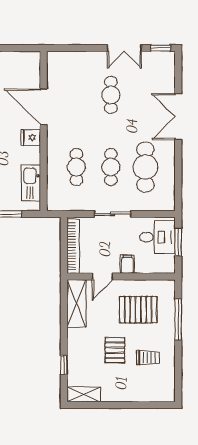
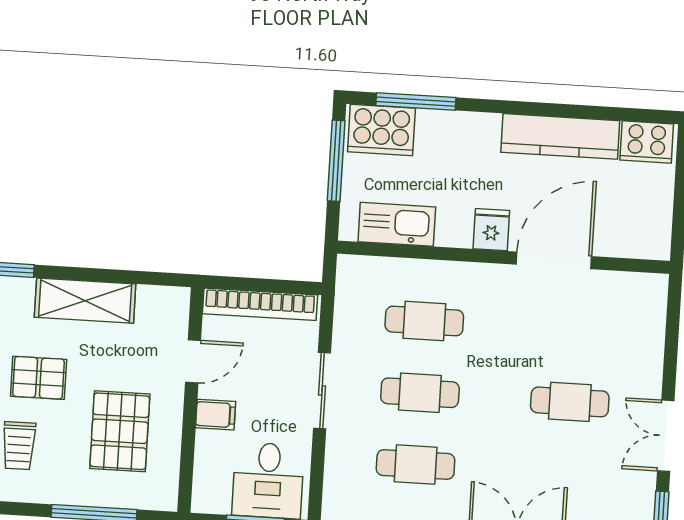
cafe table: (145, 167) -> (416, 465), width x0.73, depth x0.74
door: (102, 277) -> (193, 361), swing flipped
shelving: (77, 304) -> (85, 301), moved

